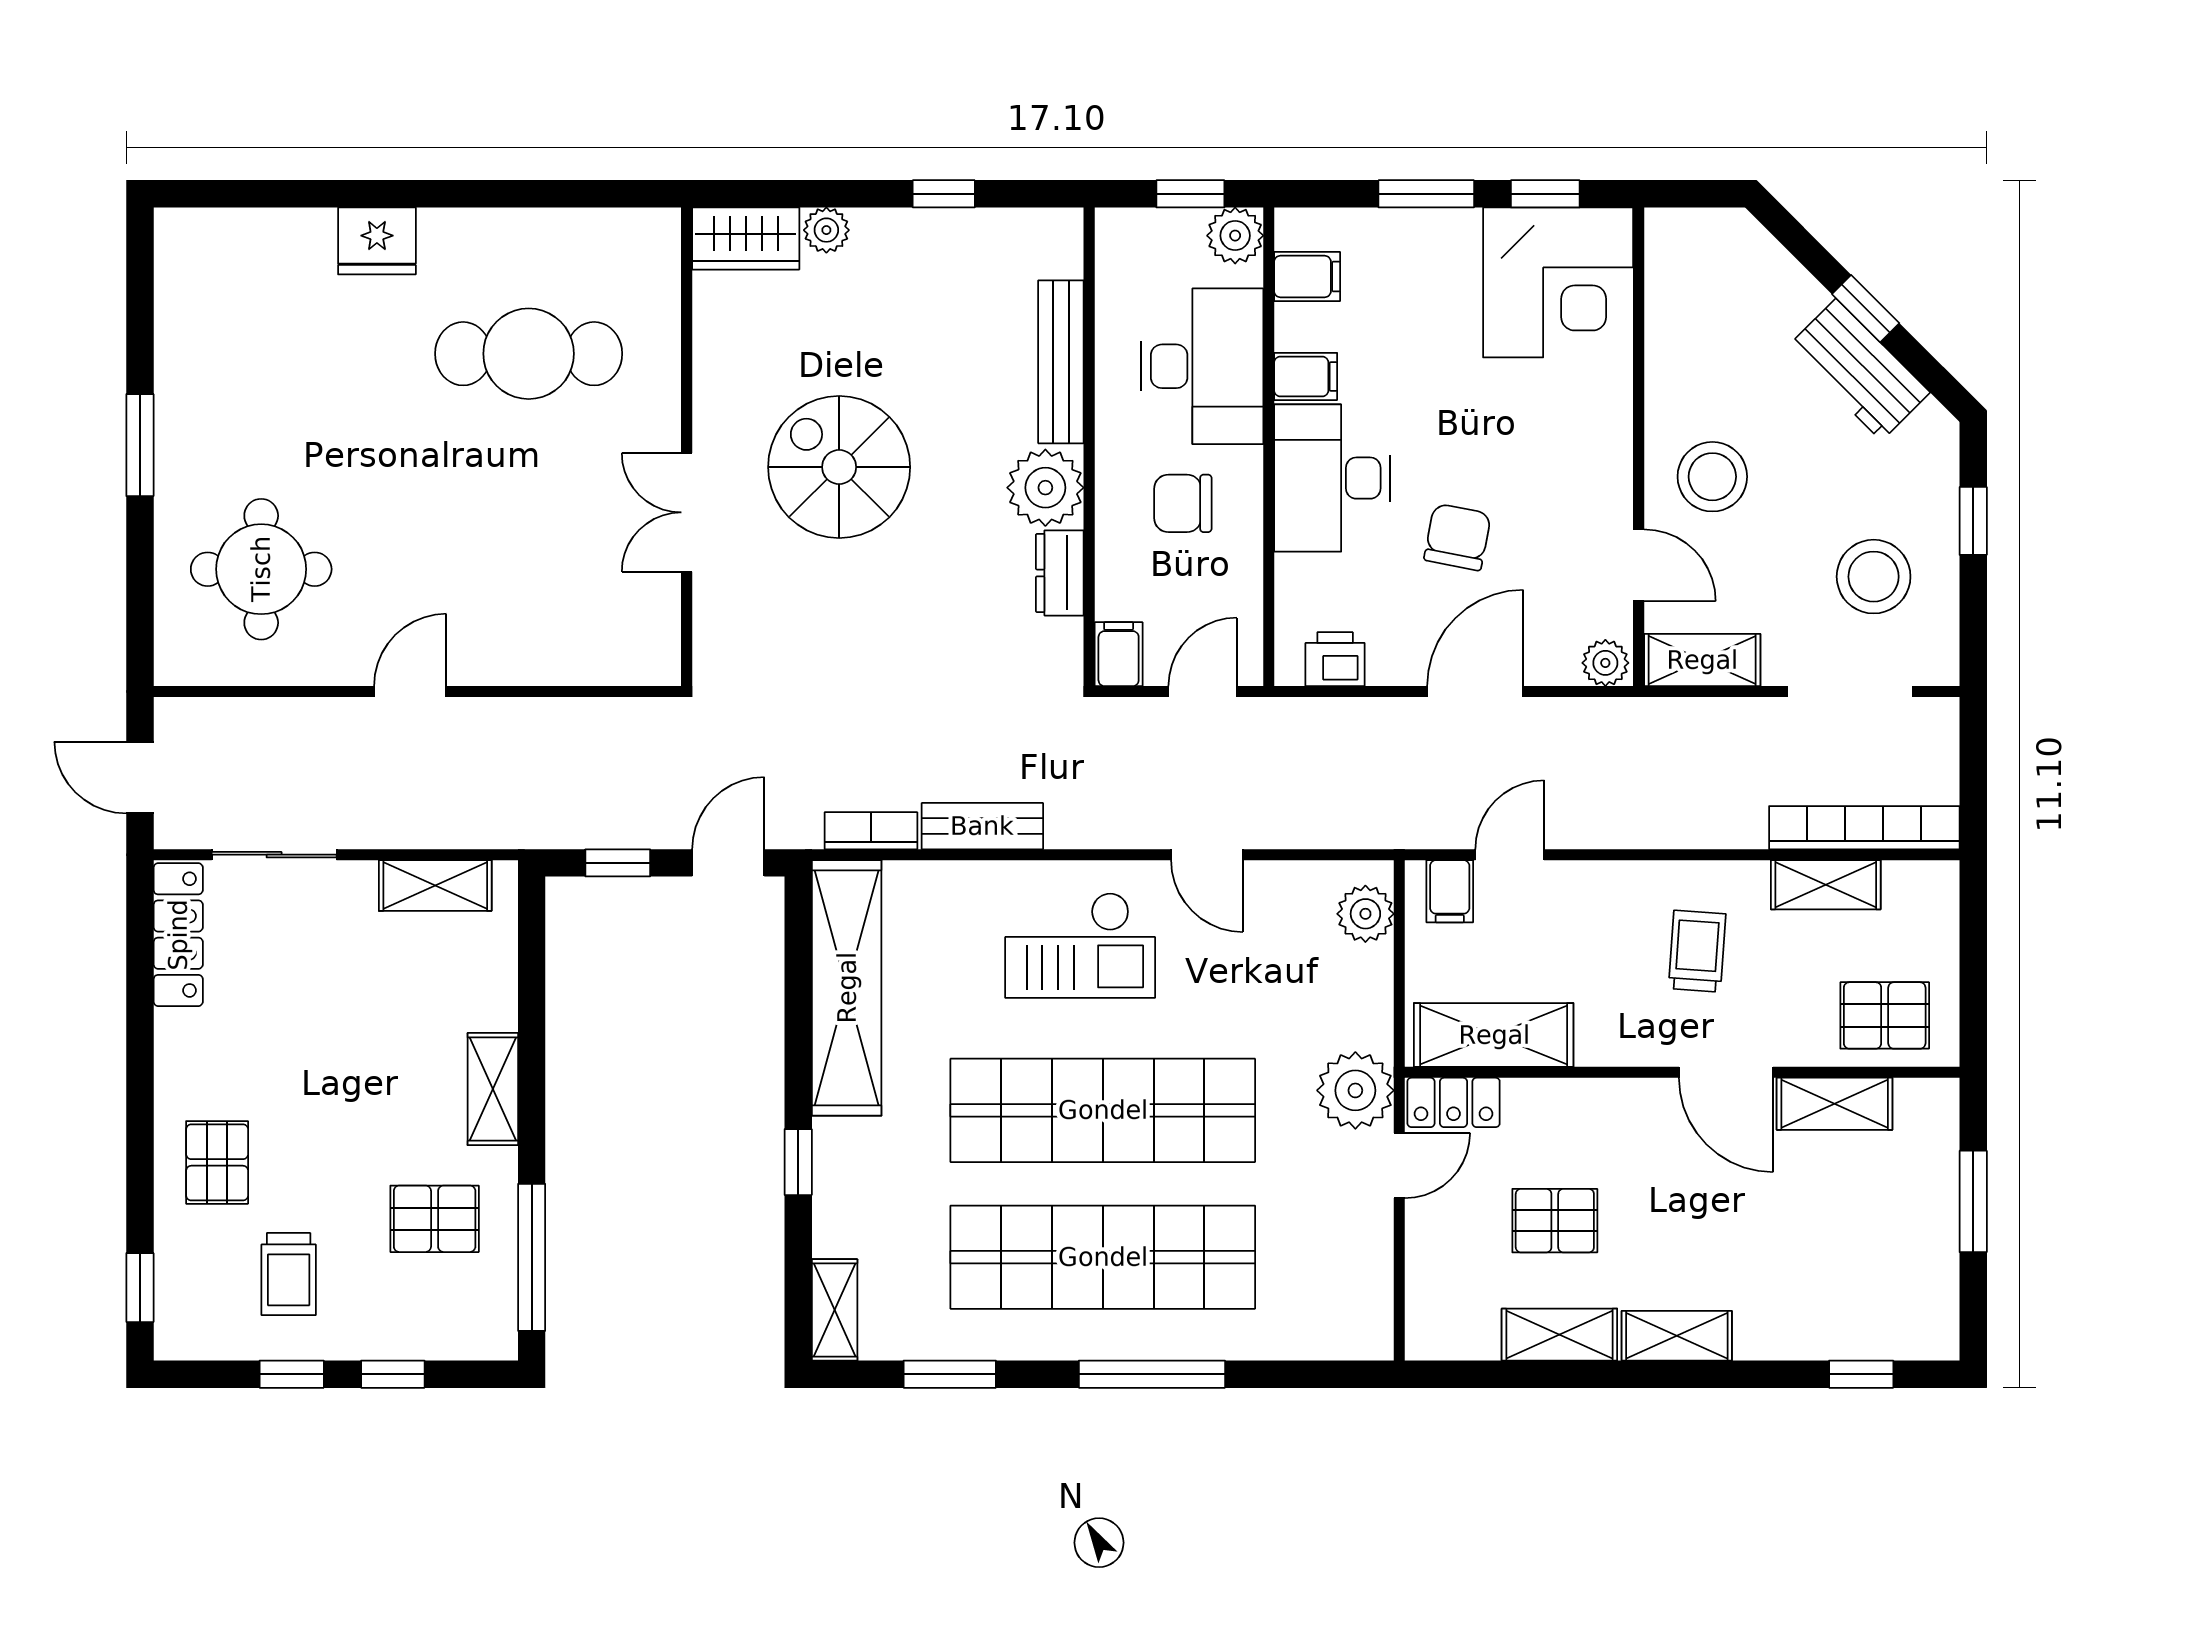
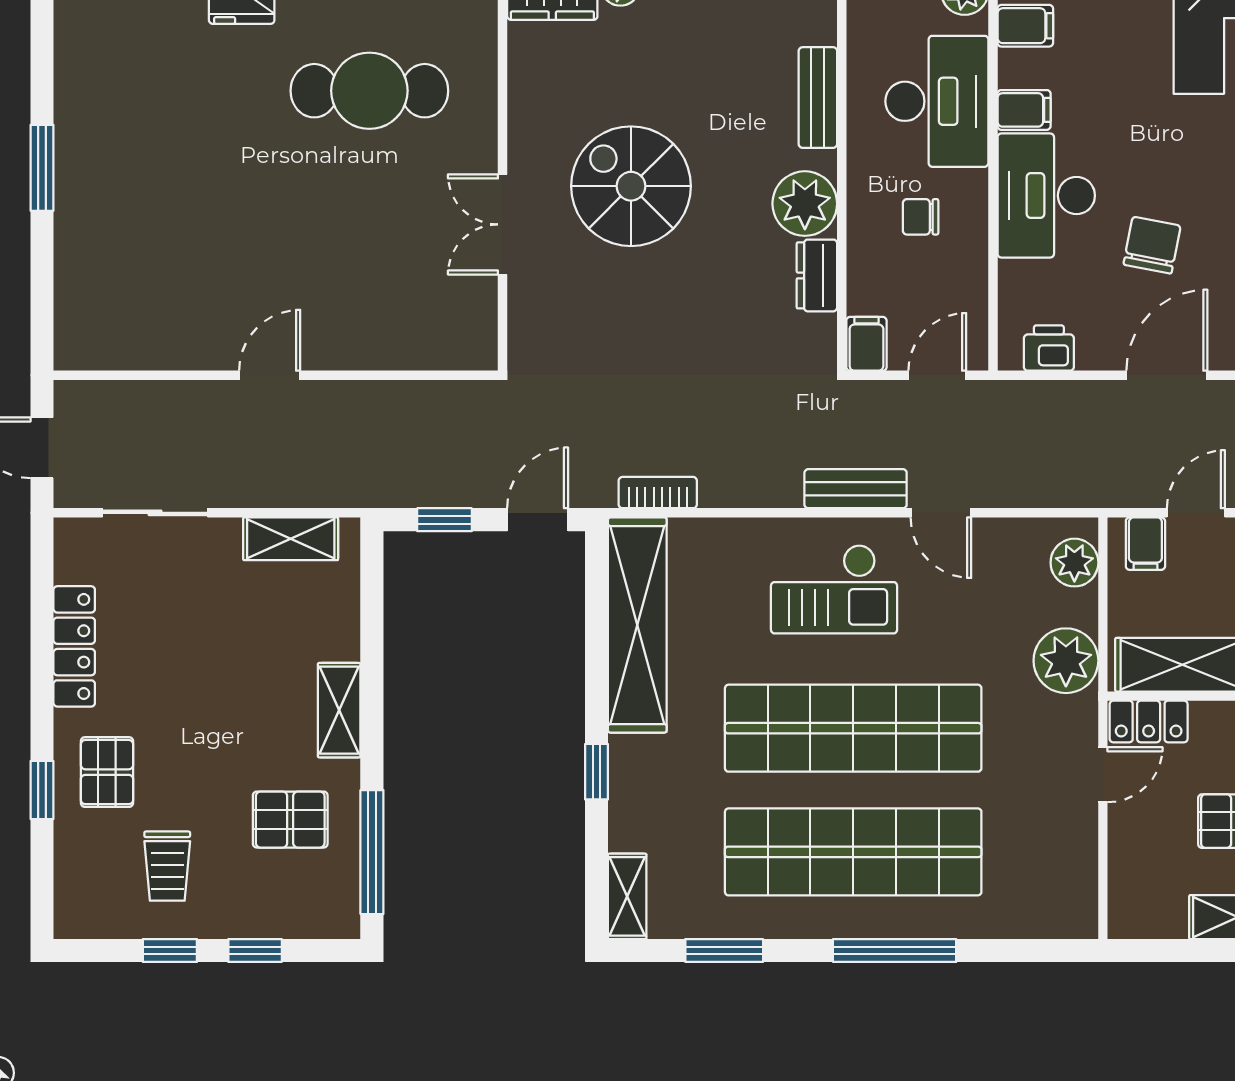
bench: (1061, 362) -> (818, 98), width x0.73
chair: (1183, 503) -> (921, 217), width x0.73, depth x0.73
round table: (261, 569) -> (144, 272), removed
bench: (982, 826) -> (856, 489), moved
locker: (178, 935) -> (74, 646), moved
plant: (1355, 1090) -> (1066, 661), moved
window: (140, 1288) -> (42, 790), moved

